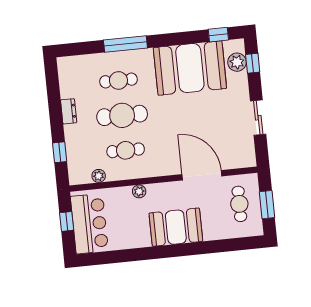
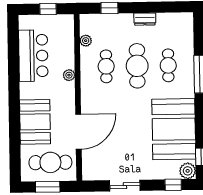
plant: (237, 62) -> (188, 171), moved
cafe table: (239, 204) -> (50, 162), width x1.37, depth x1.35
bar counter: (89, 224) -> (33, 56), moved, turned -90
booth: (176, 227) -> (35, 122), moved

